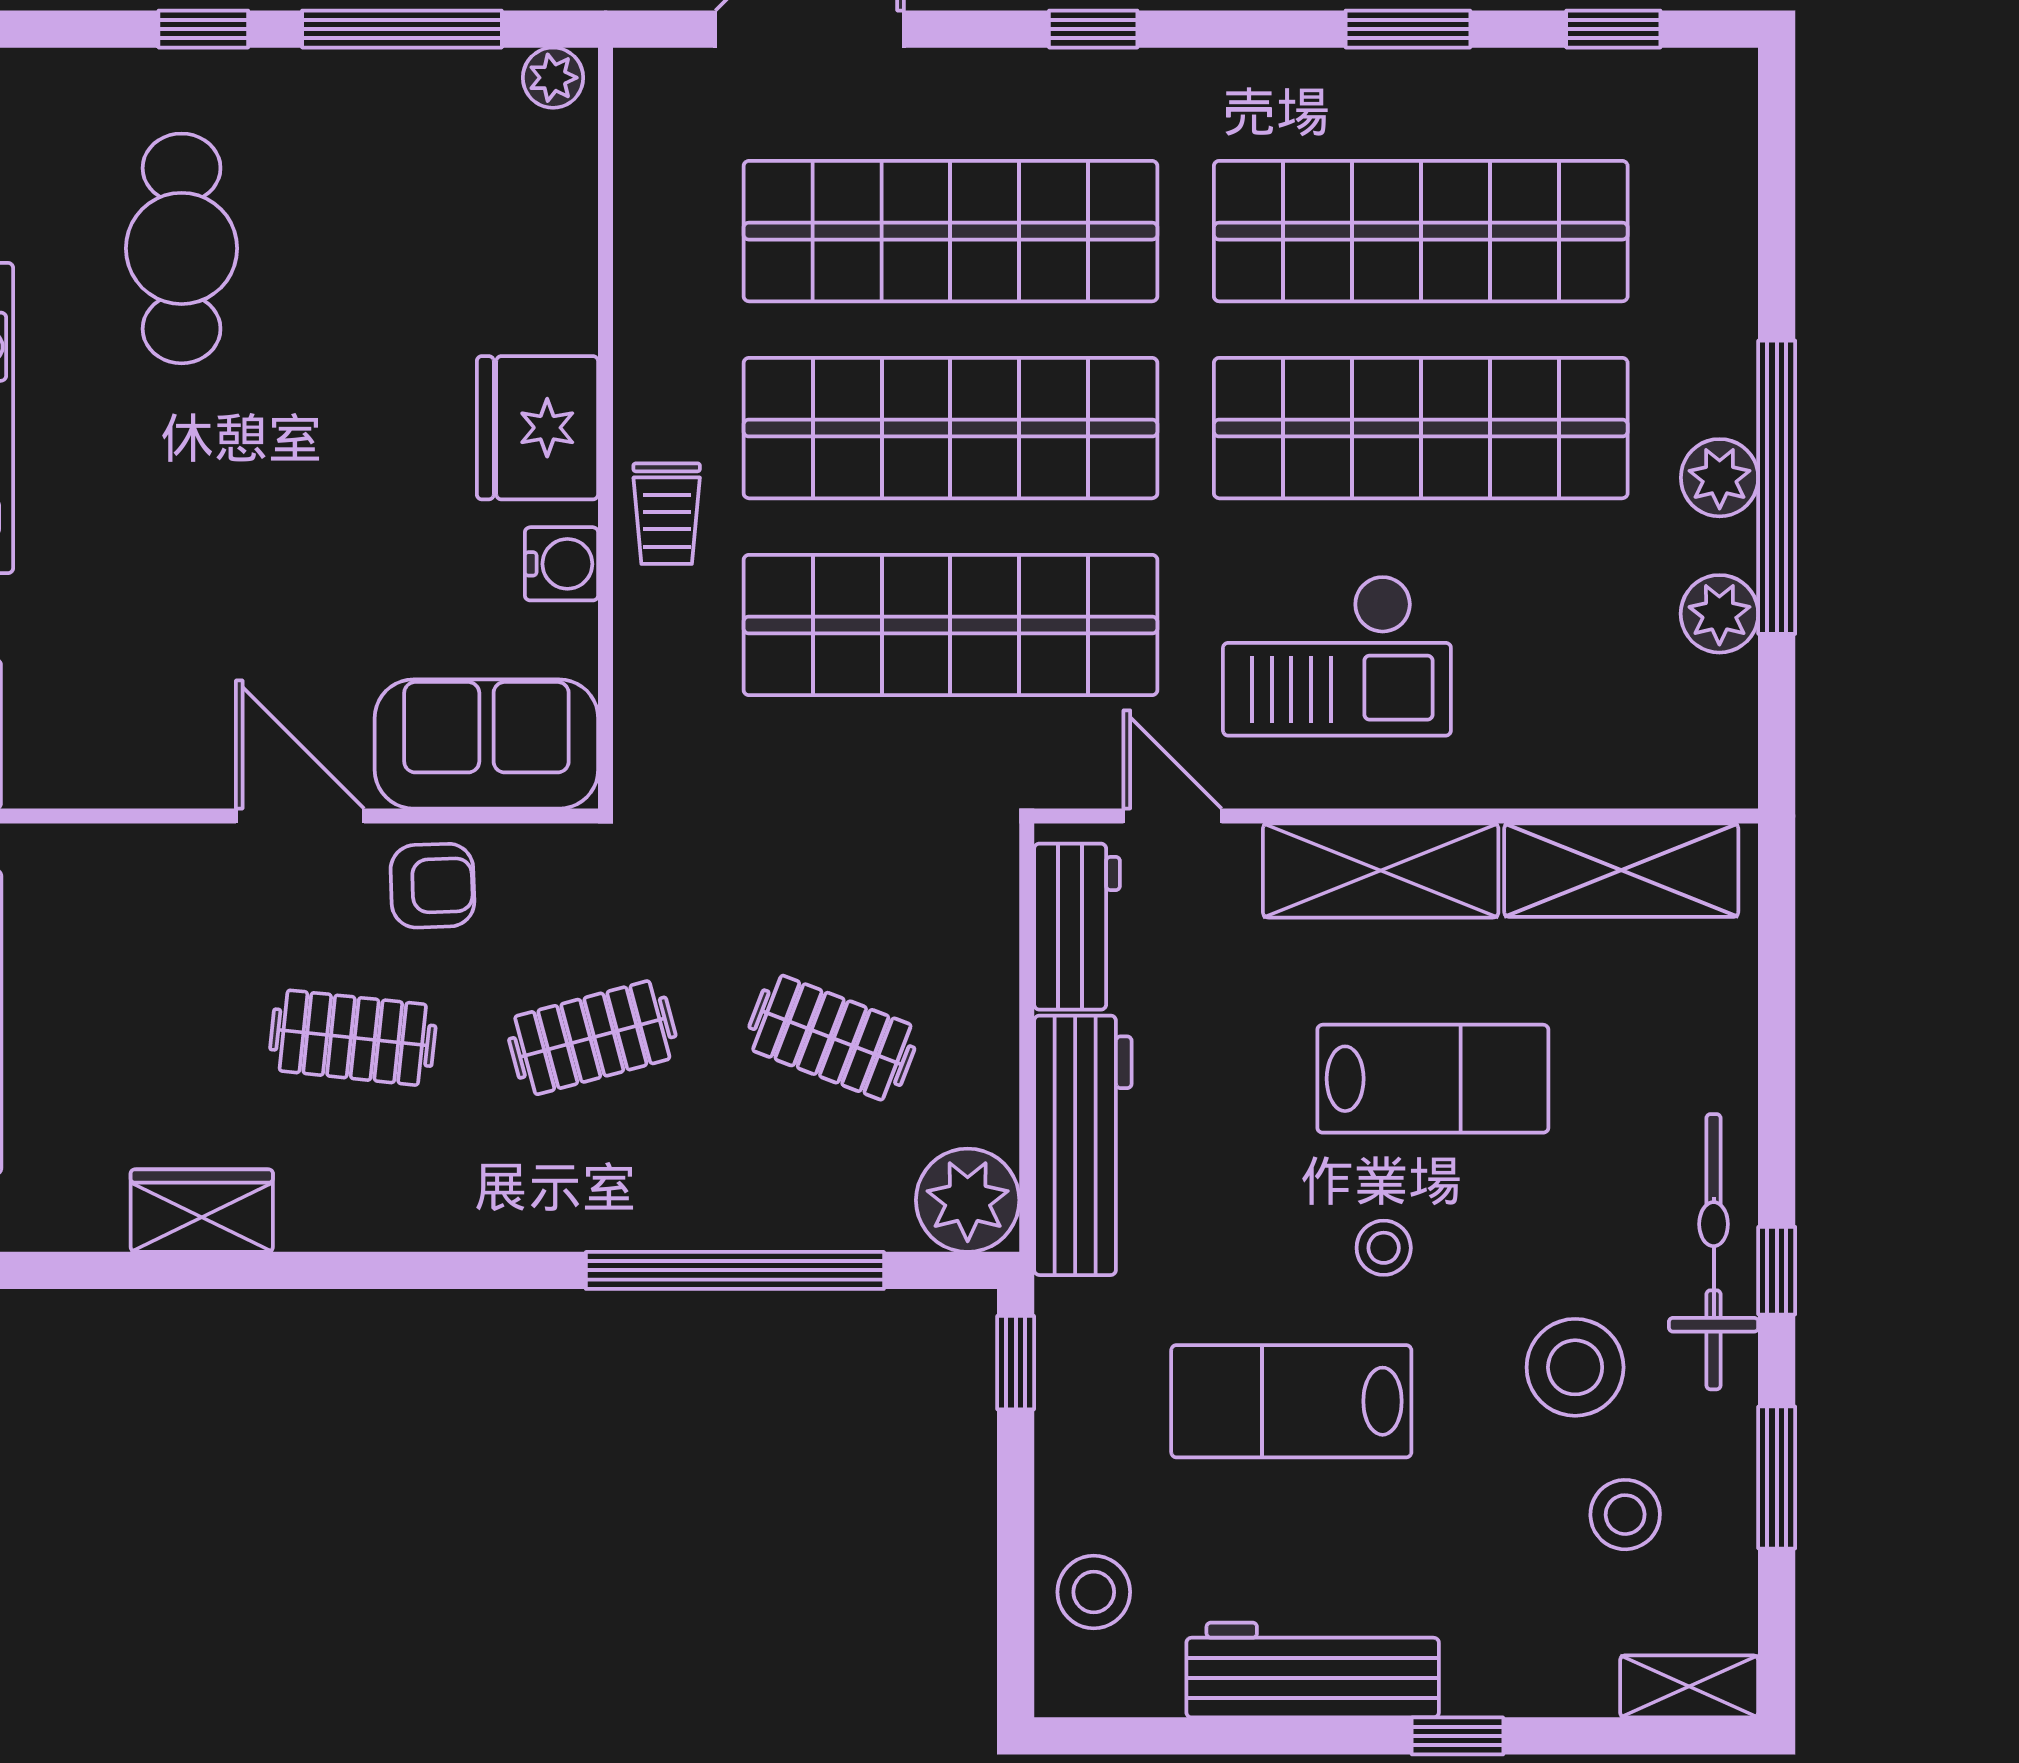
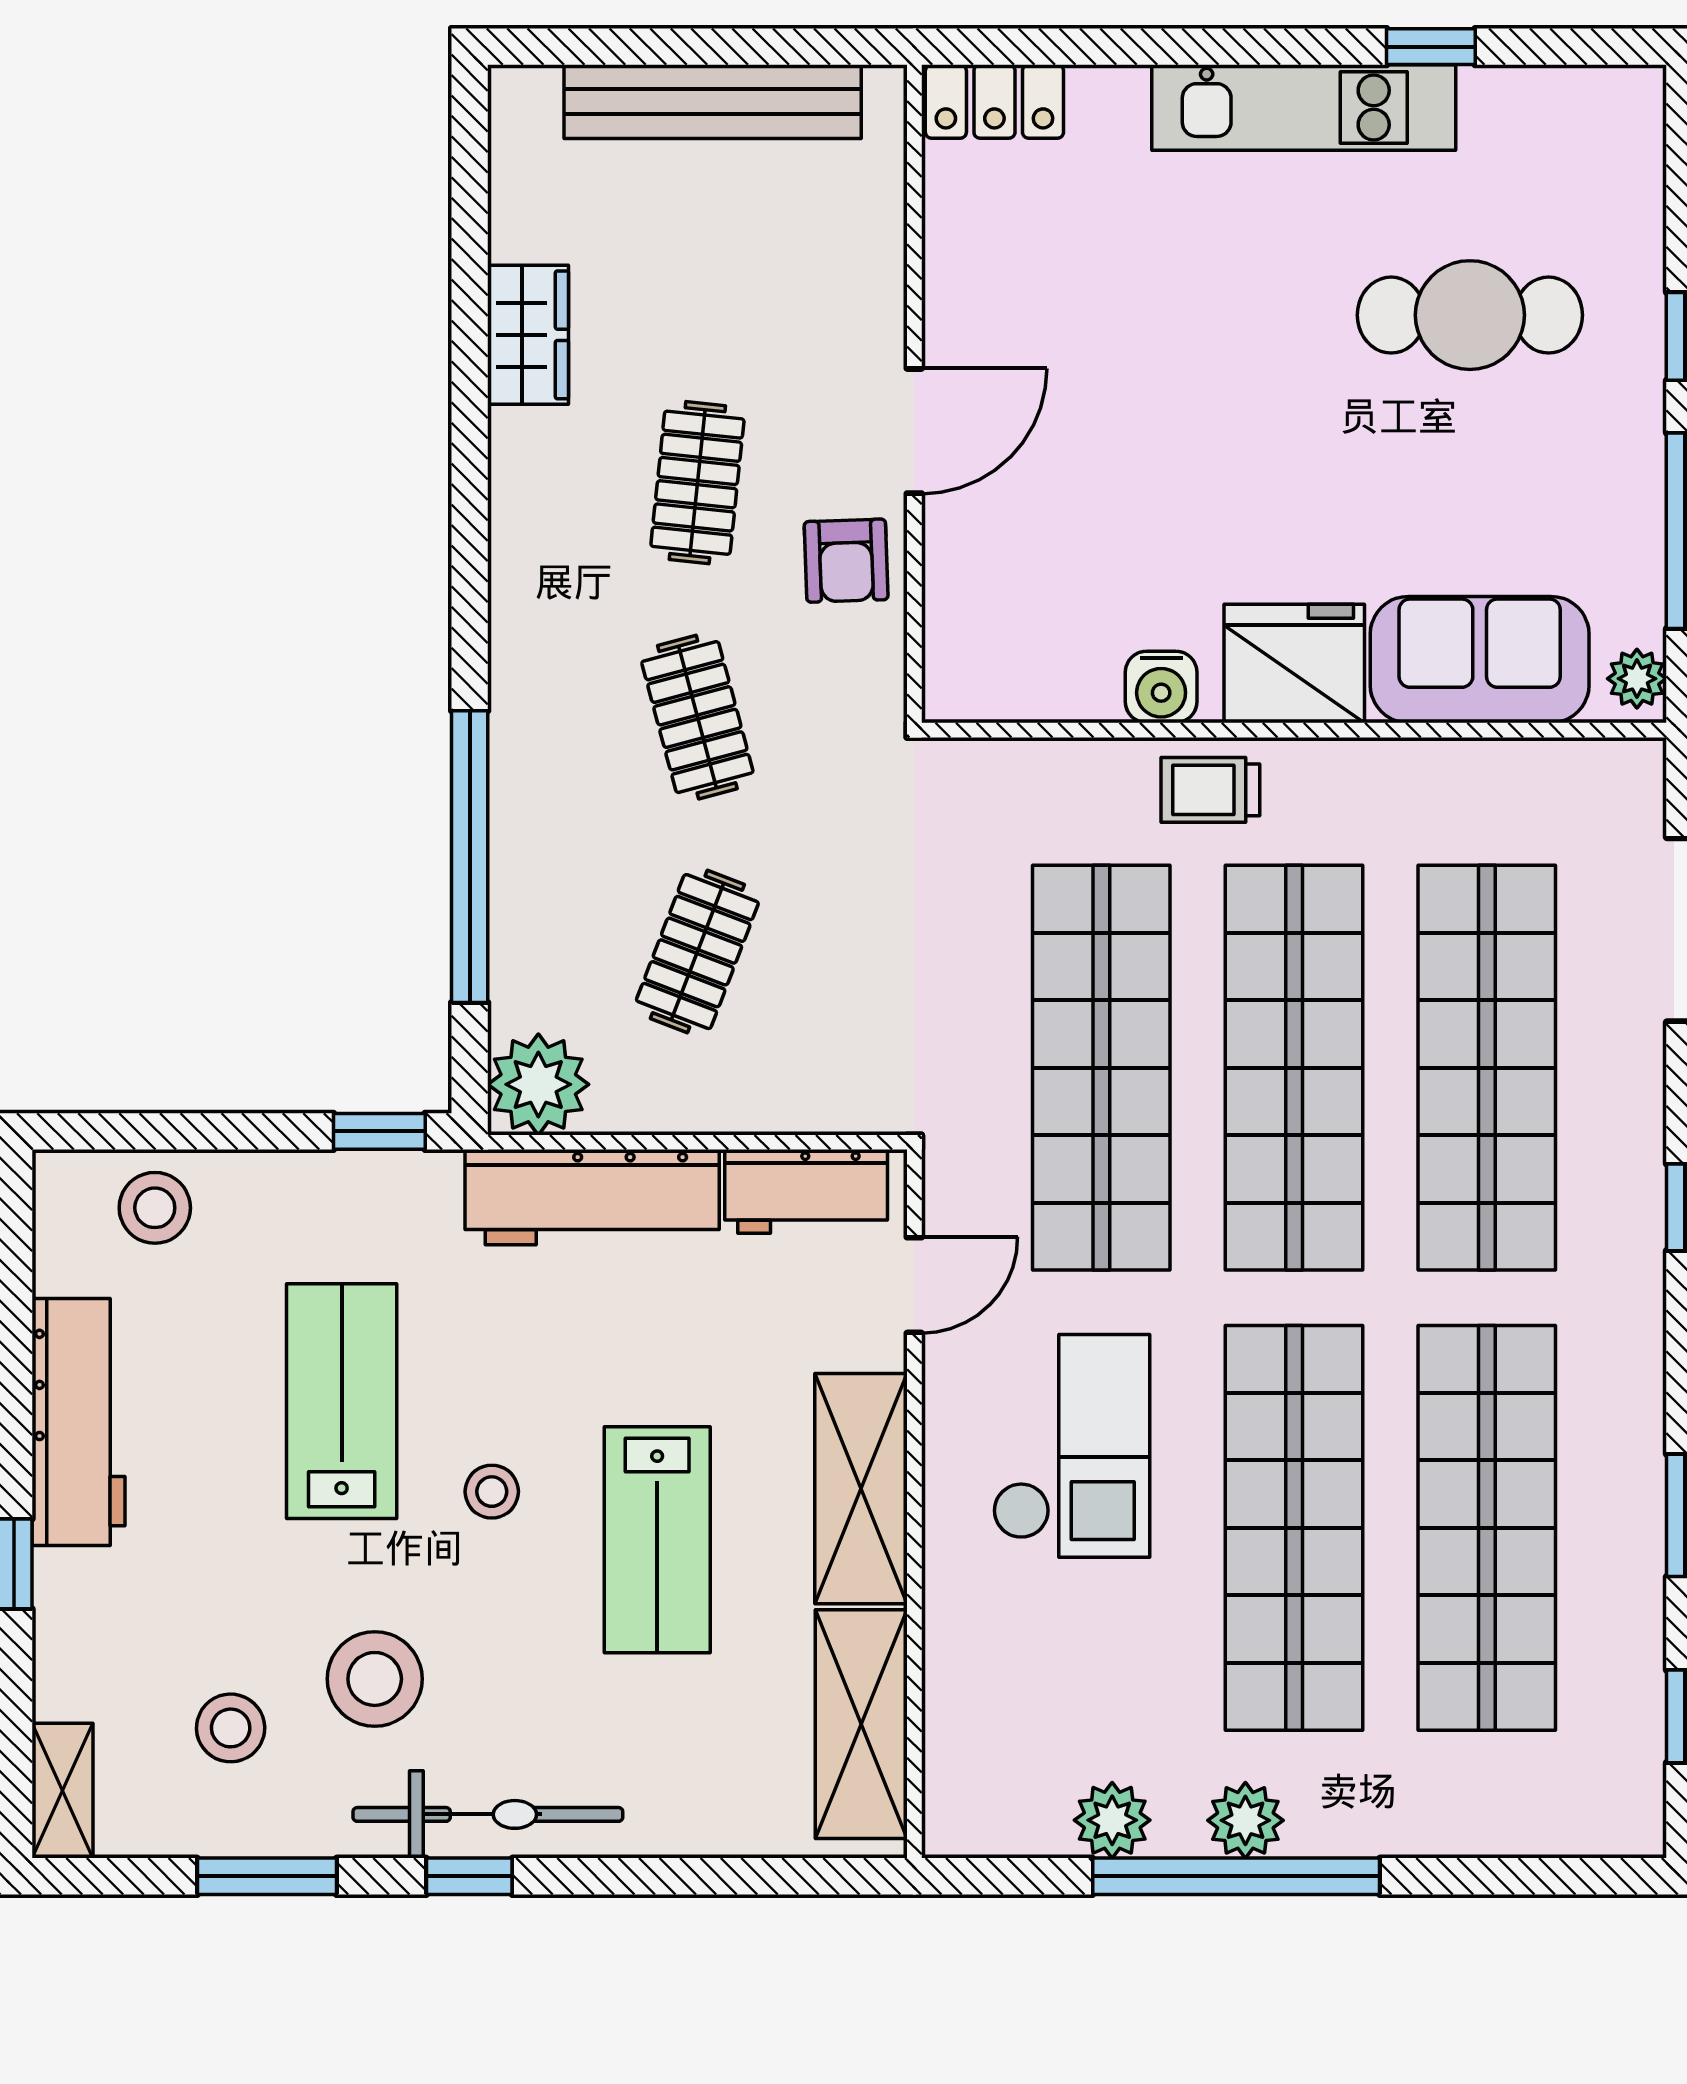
checkout: (1337, 656) -> (1071, 1446), turned 180
sofa: (486, 744) -> (1480, 660), moved, turned -90

